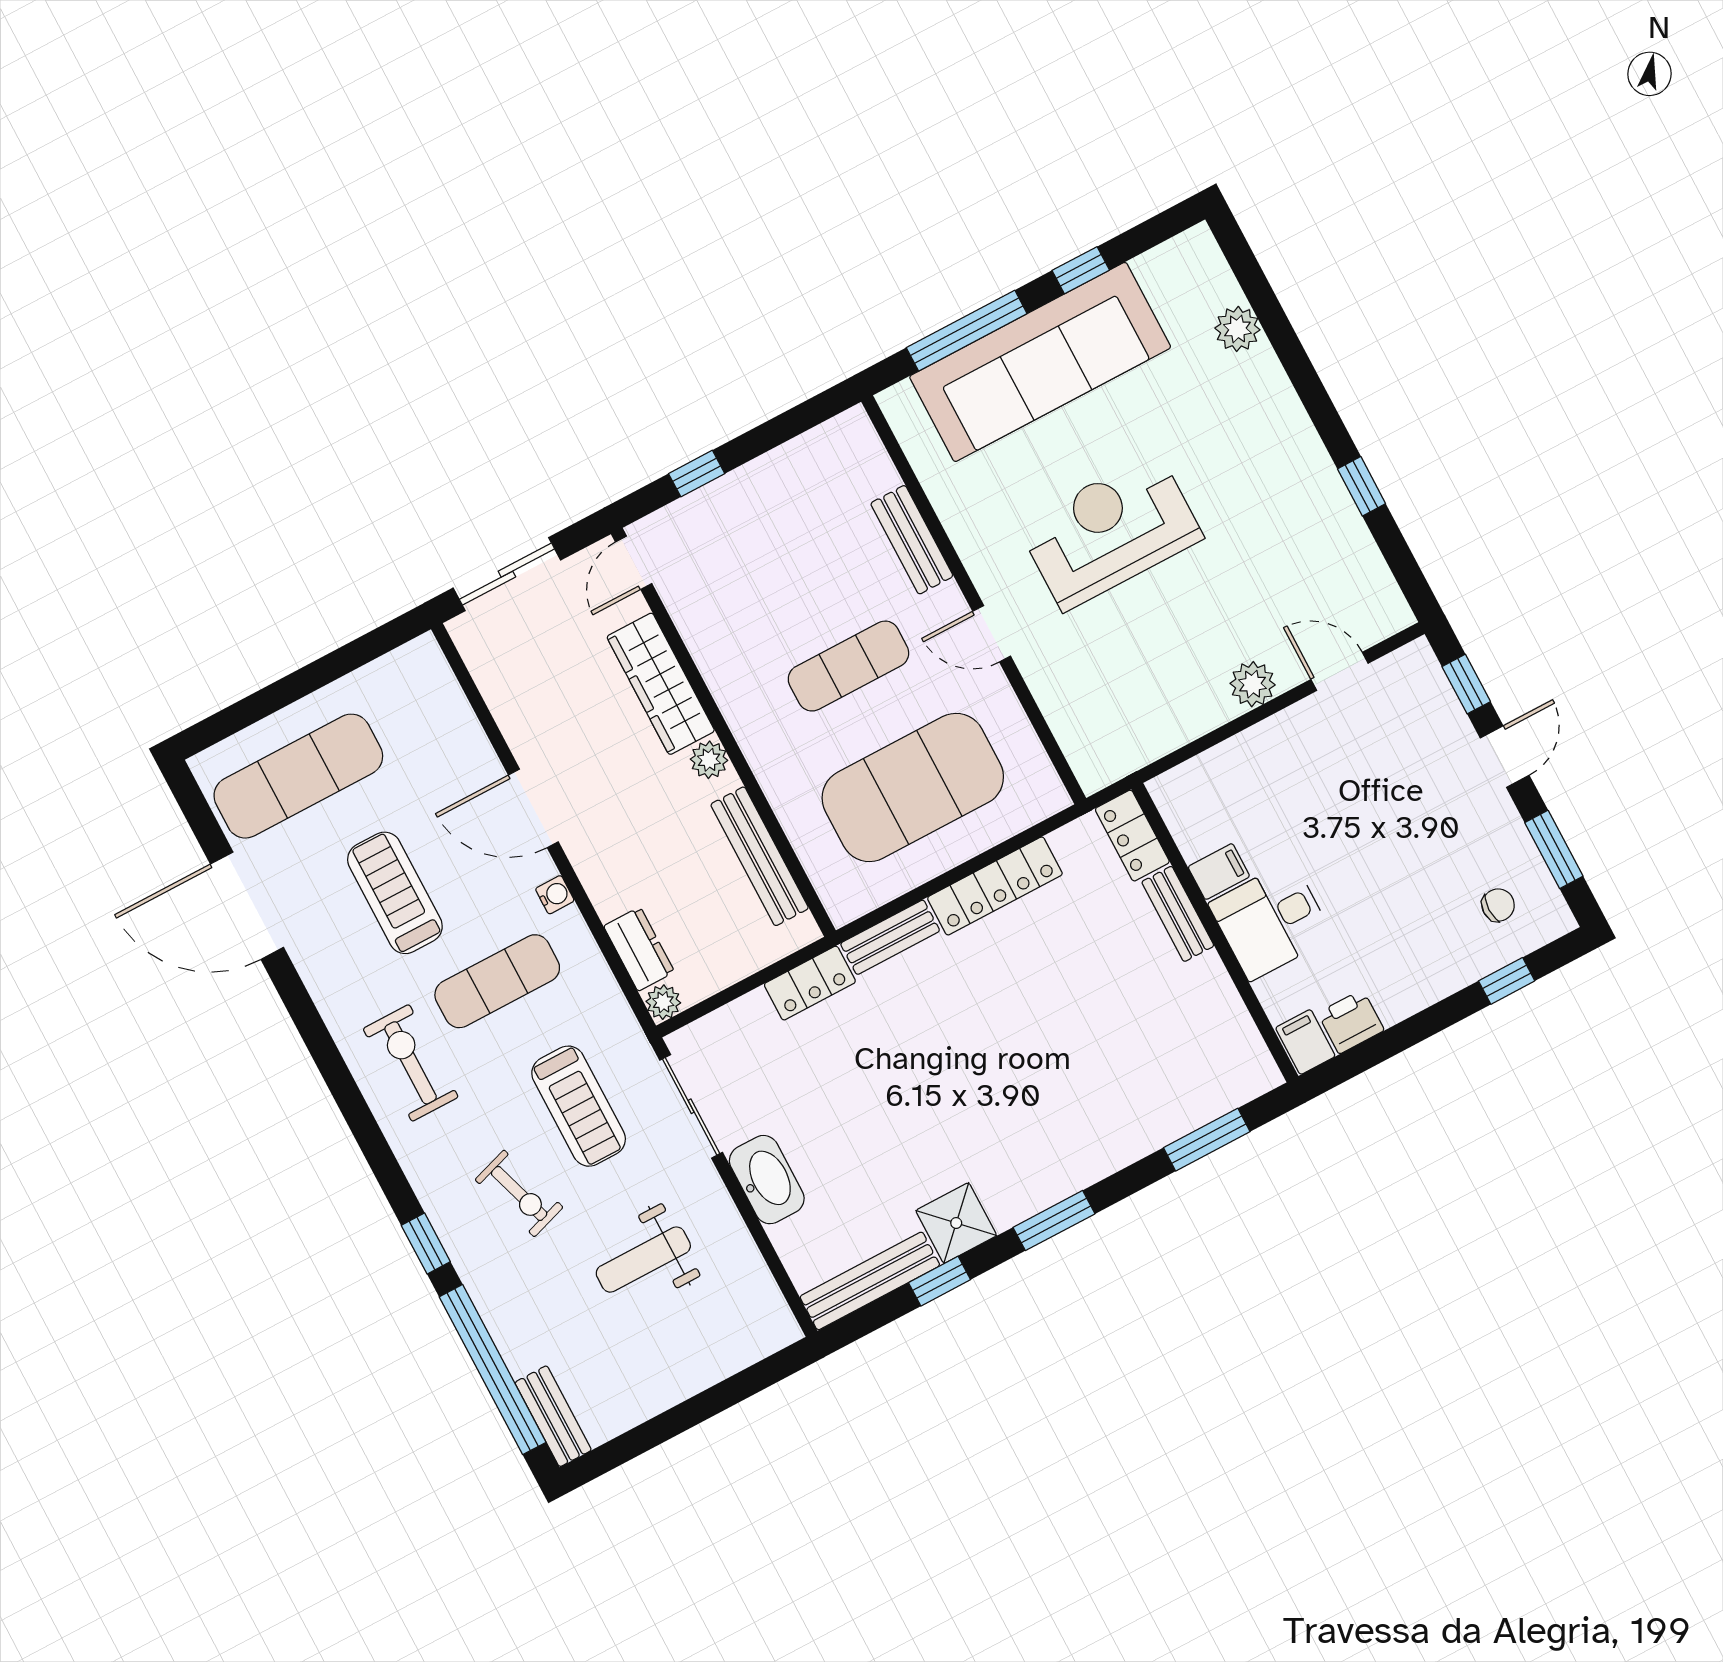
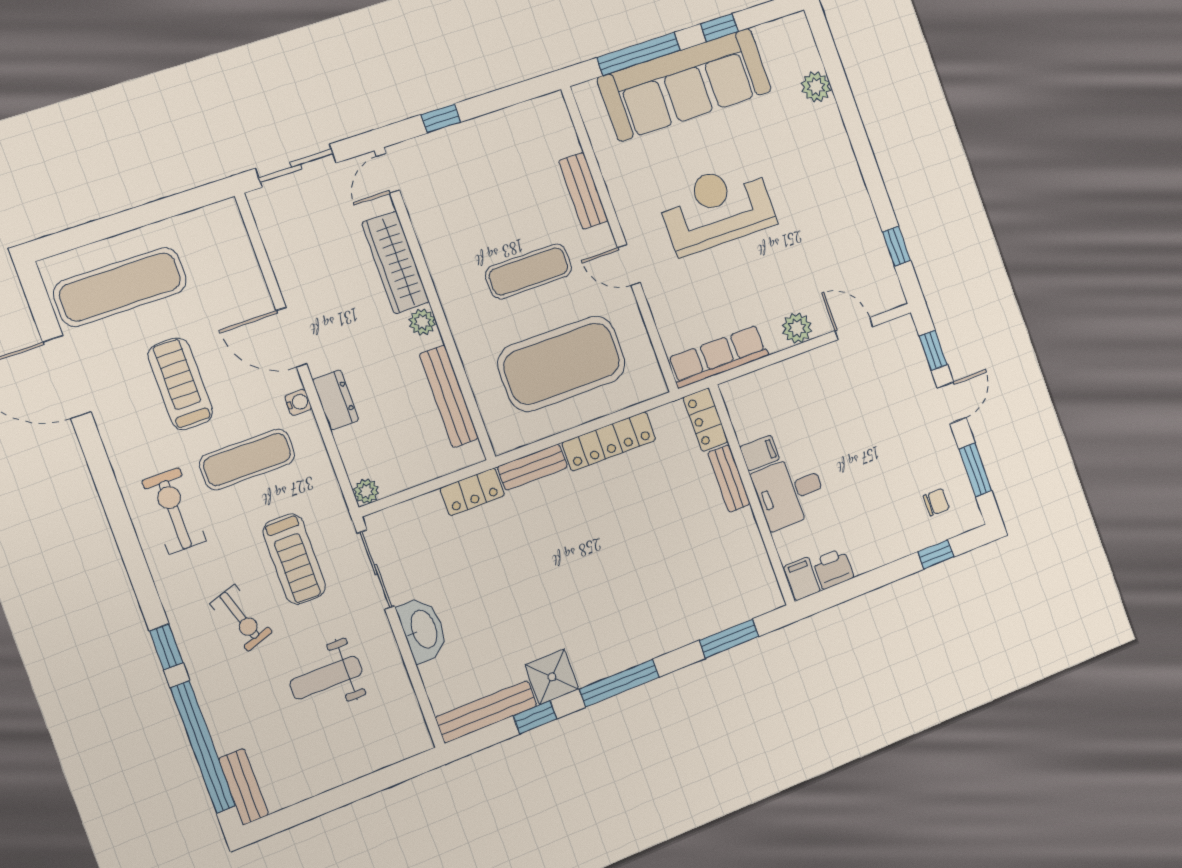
window: (1362, 486) -> (897, 246), moved
row of seats: (1140, 743) -> (718, 357), added
dresser: (639, 949) -> (336, 400), moved
window: (1054, 1221) -> (619, 683), width x1.44

